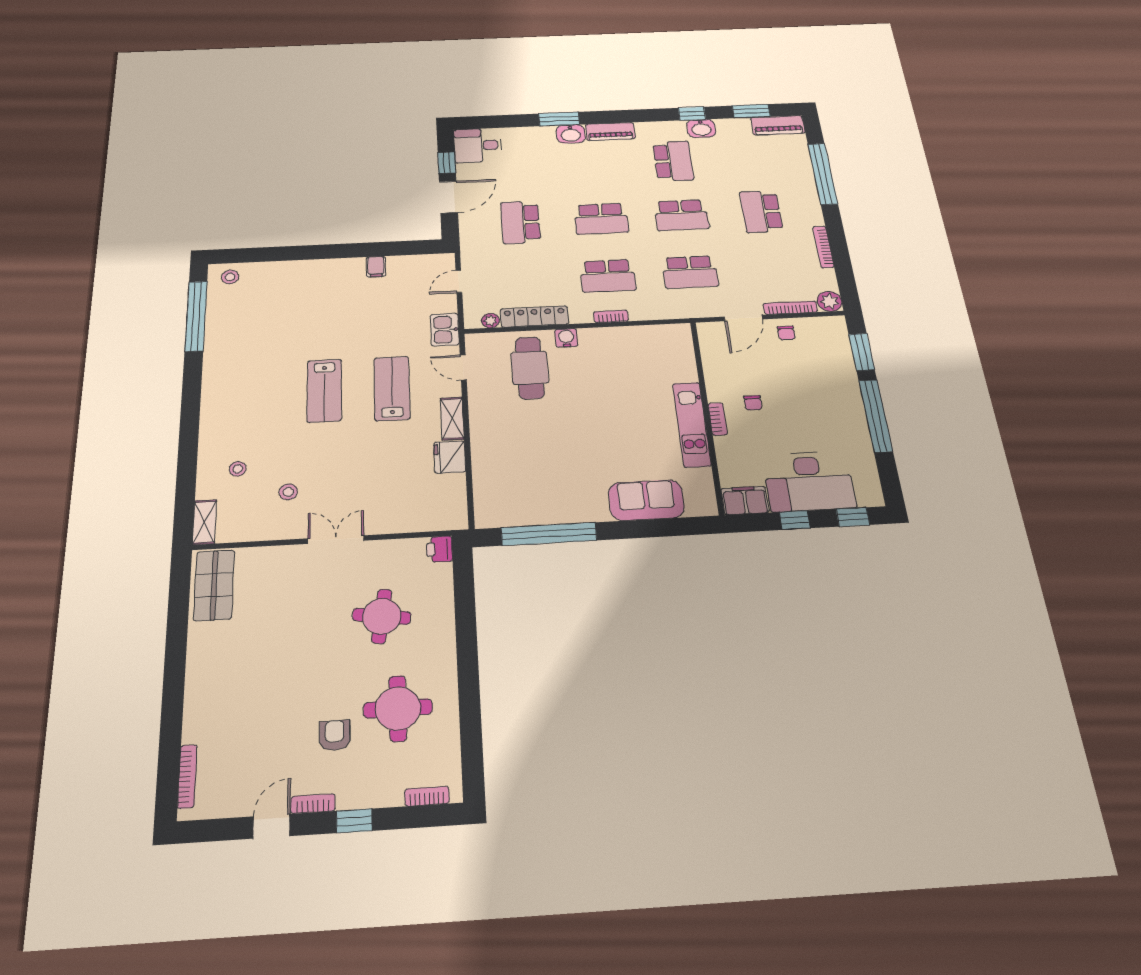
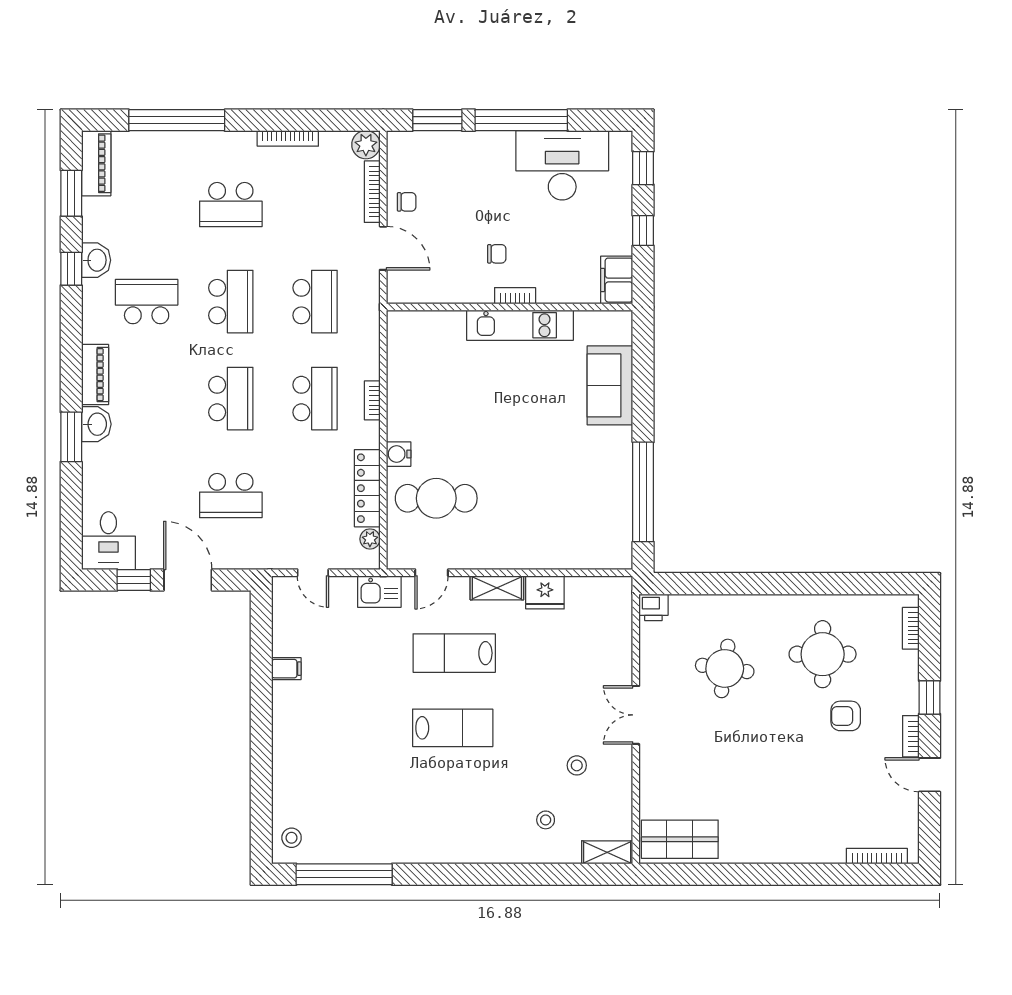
desk: (809, 481) -> (562, 165), moved, turned -90

